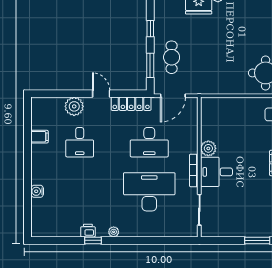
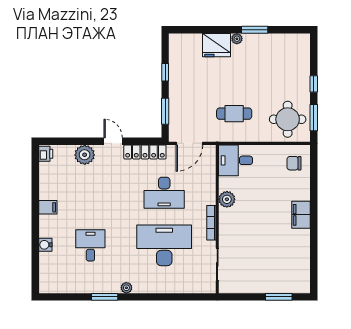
cafe table: (172, 57) -> (234, 114), moved, turned 90
filing cabinet: (40, 137) -> (48, 207), moved
desk: (80, 142) -> (90, 245), moved, turned 180
desk: (216, 172) -> (236, 160), moved
printer: (88, 231) -> (46, 154), moved, turned 90
window: (93, 240) -> (105, 297), width x1.50

